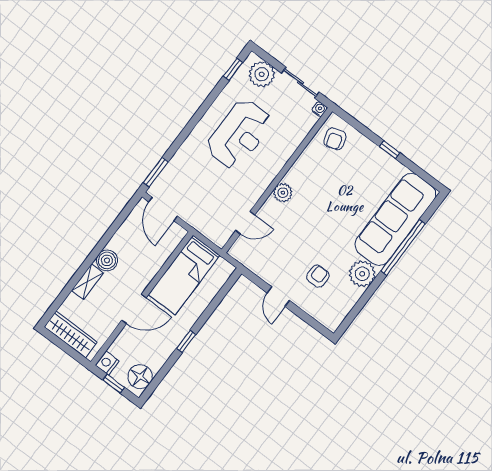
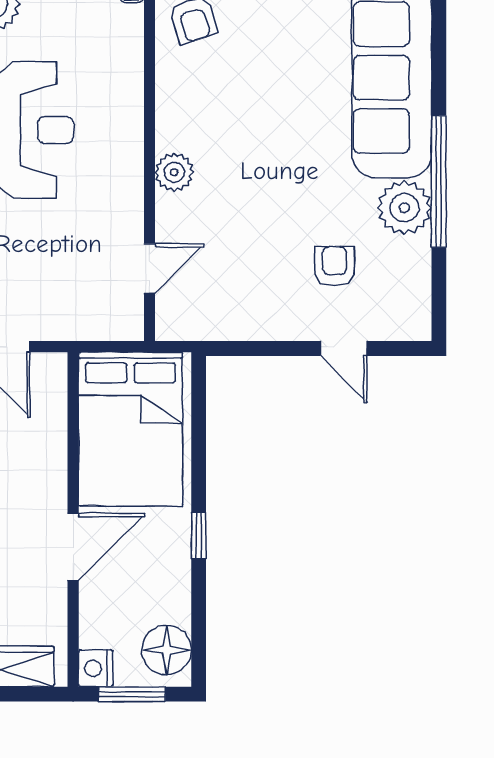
window: (403, 247) -> (439, 181), moved
bed: (184, 275) -> (130, 429), width x1.50
door: (278, 297) -> (344, 349), moved
window: (114, 384) -> (132, 694), width x1.50

